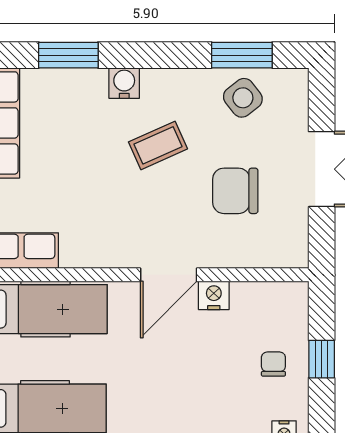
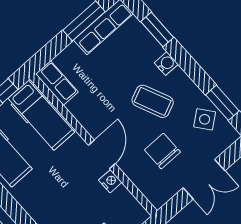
coffee table: (158, 145) -> (153, 101), width x1.36, depth x1.30
door: (169, 275) -> (102, 154), swing flipped

